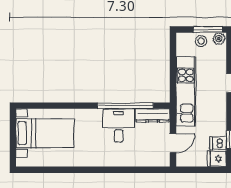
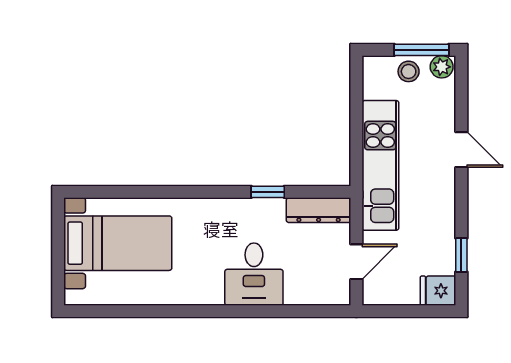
window: (125, 106) -> (268, 192), width x0.32
desk: (119, 126) -> (254, 274), moved, turned 180
dishwasher: (218, 143) -> (440, 262), removed

